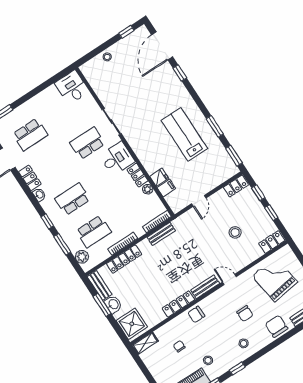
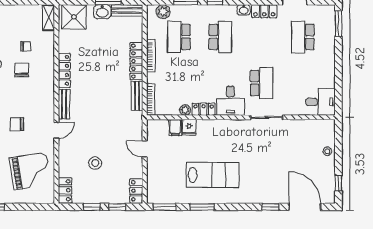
locker: (124, 259) -> (136, 61), moved
chair: (196, 314) -> (22, 70), moved

